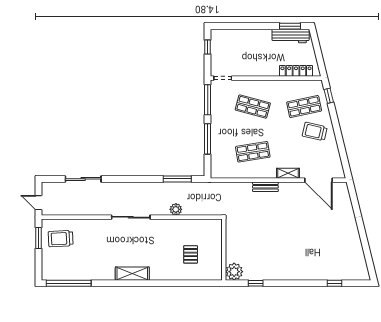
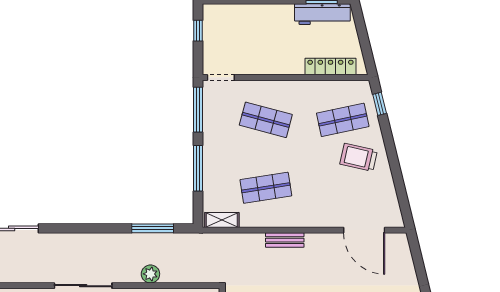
shelving: (288, 173) -> (222, 220), moved

